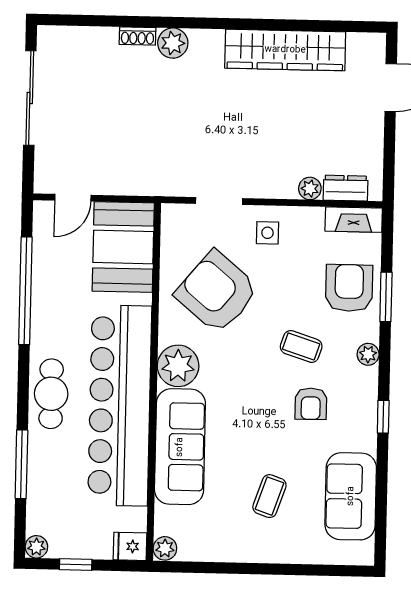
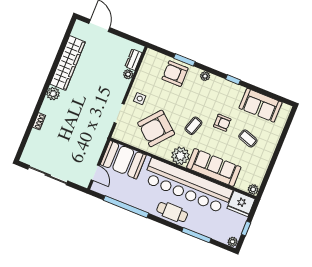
plant: (173, 43) -> (53, 94), moved
fireplace: (354, 220) -> (148, 61), removed
coffee table: (301, 346) -> (193, 126), moved
armchair: (311, 404) -> (222, 123), moved
fridge: (130, 546) -> (241, 204), width x1.88, depth x1.34

